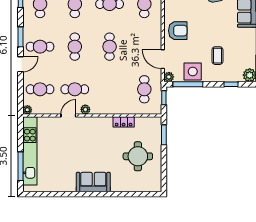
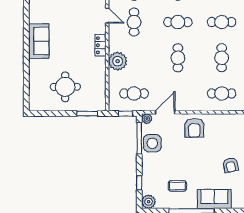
cafe table: (110, 47) -> (178, 58), turned 90
coffee table: (217, 56) -> (177, 186), moved
plant: (85, 109) -> (118, 61), moved, width x1.87, depth x1.87
locker: (124, 122) -> (101, 45), moved

